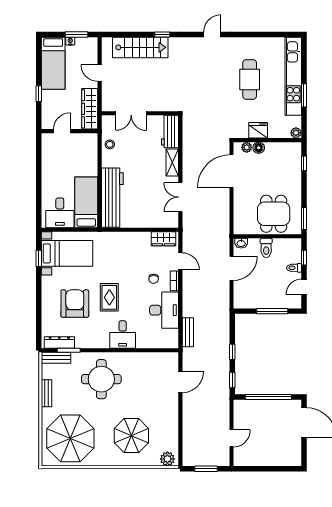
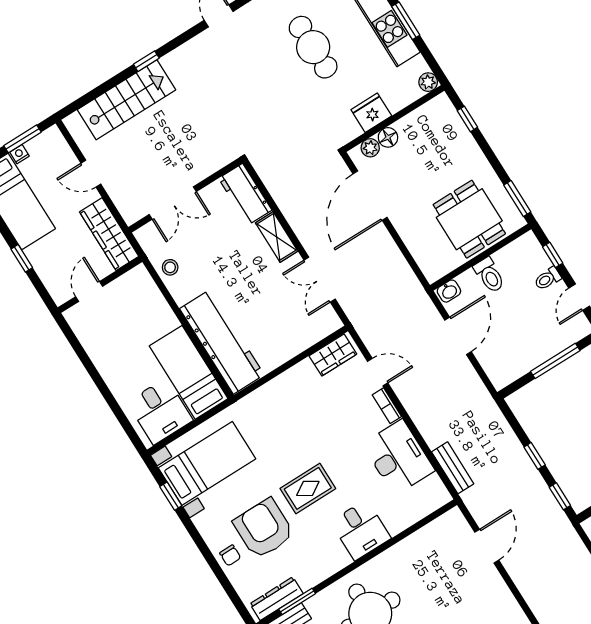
chair: (154, 279) -> (230, 555), moved
rug: (109, 297) -> (308, 488), turned 90

